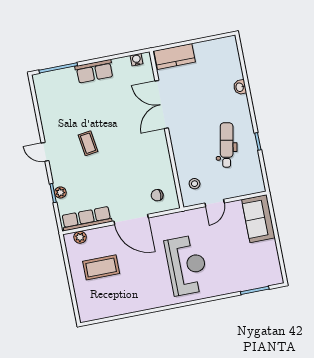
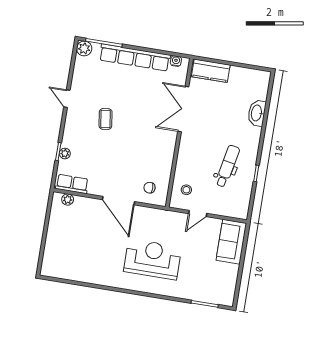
row of seats: (94, 71) -> (135, 58), width x2.02
plant: (41, 81) -> (84, 48), added
washbasin: (240, 87) -> (257, 113), width x1.91, depth x1.45
door: (45, 152) -> (67, 99), moved
row of seats: (87, 219) -> (72, 184), width x0.68
reception desk: (187, 265) -> (153, 259), turned -90
coffee table: (101, 267) -> (76, 233), removed

